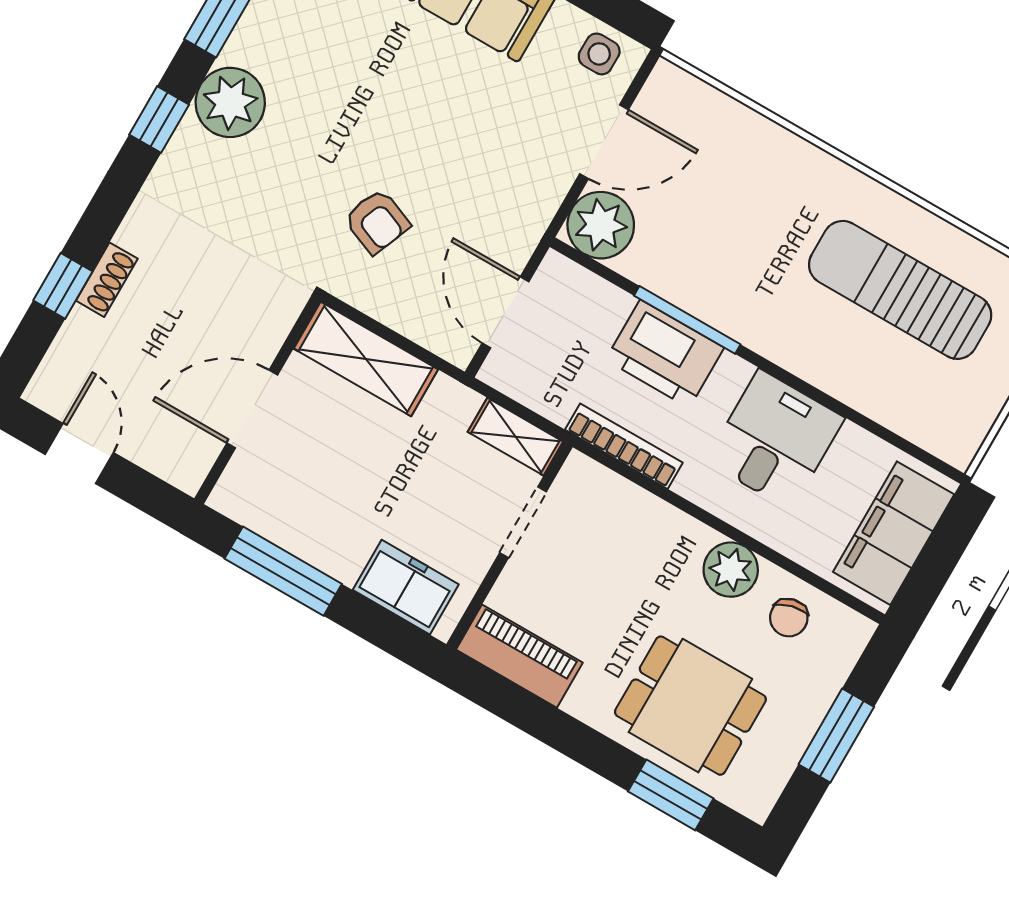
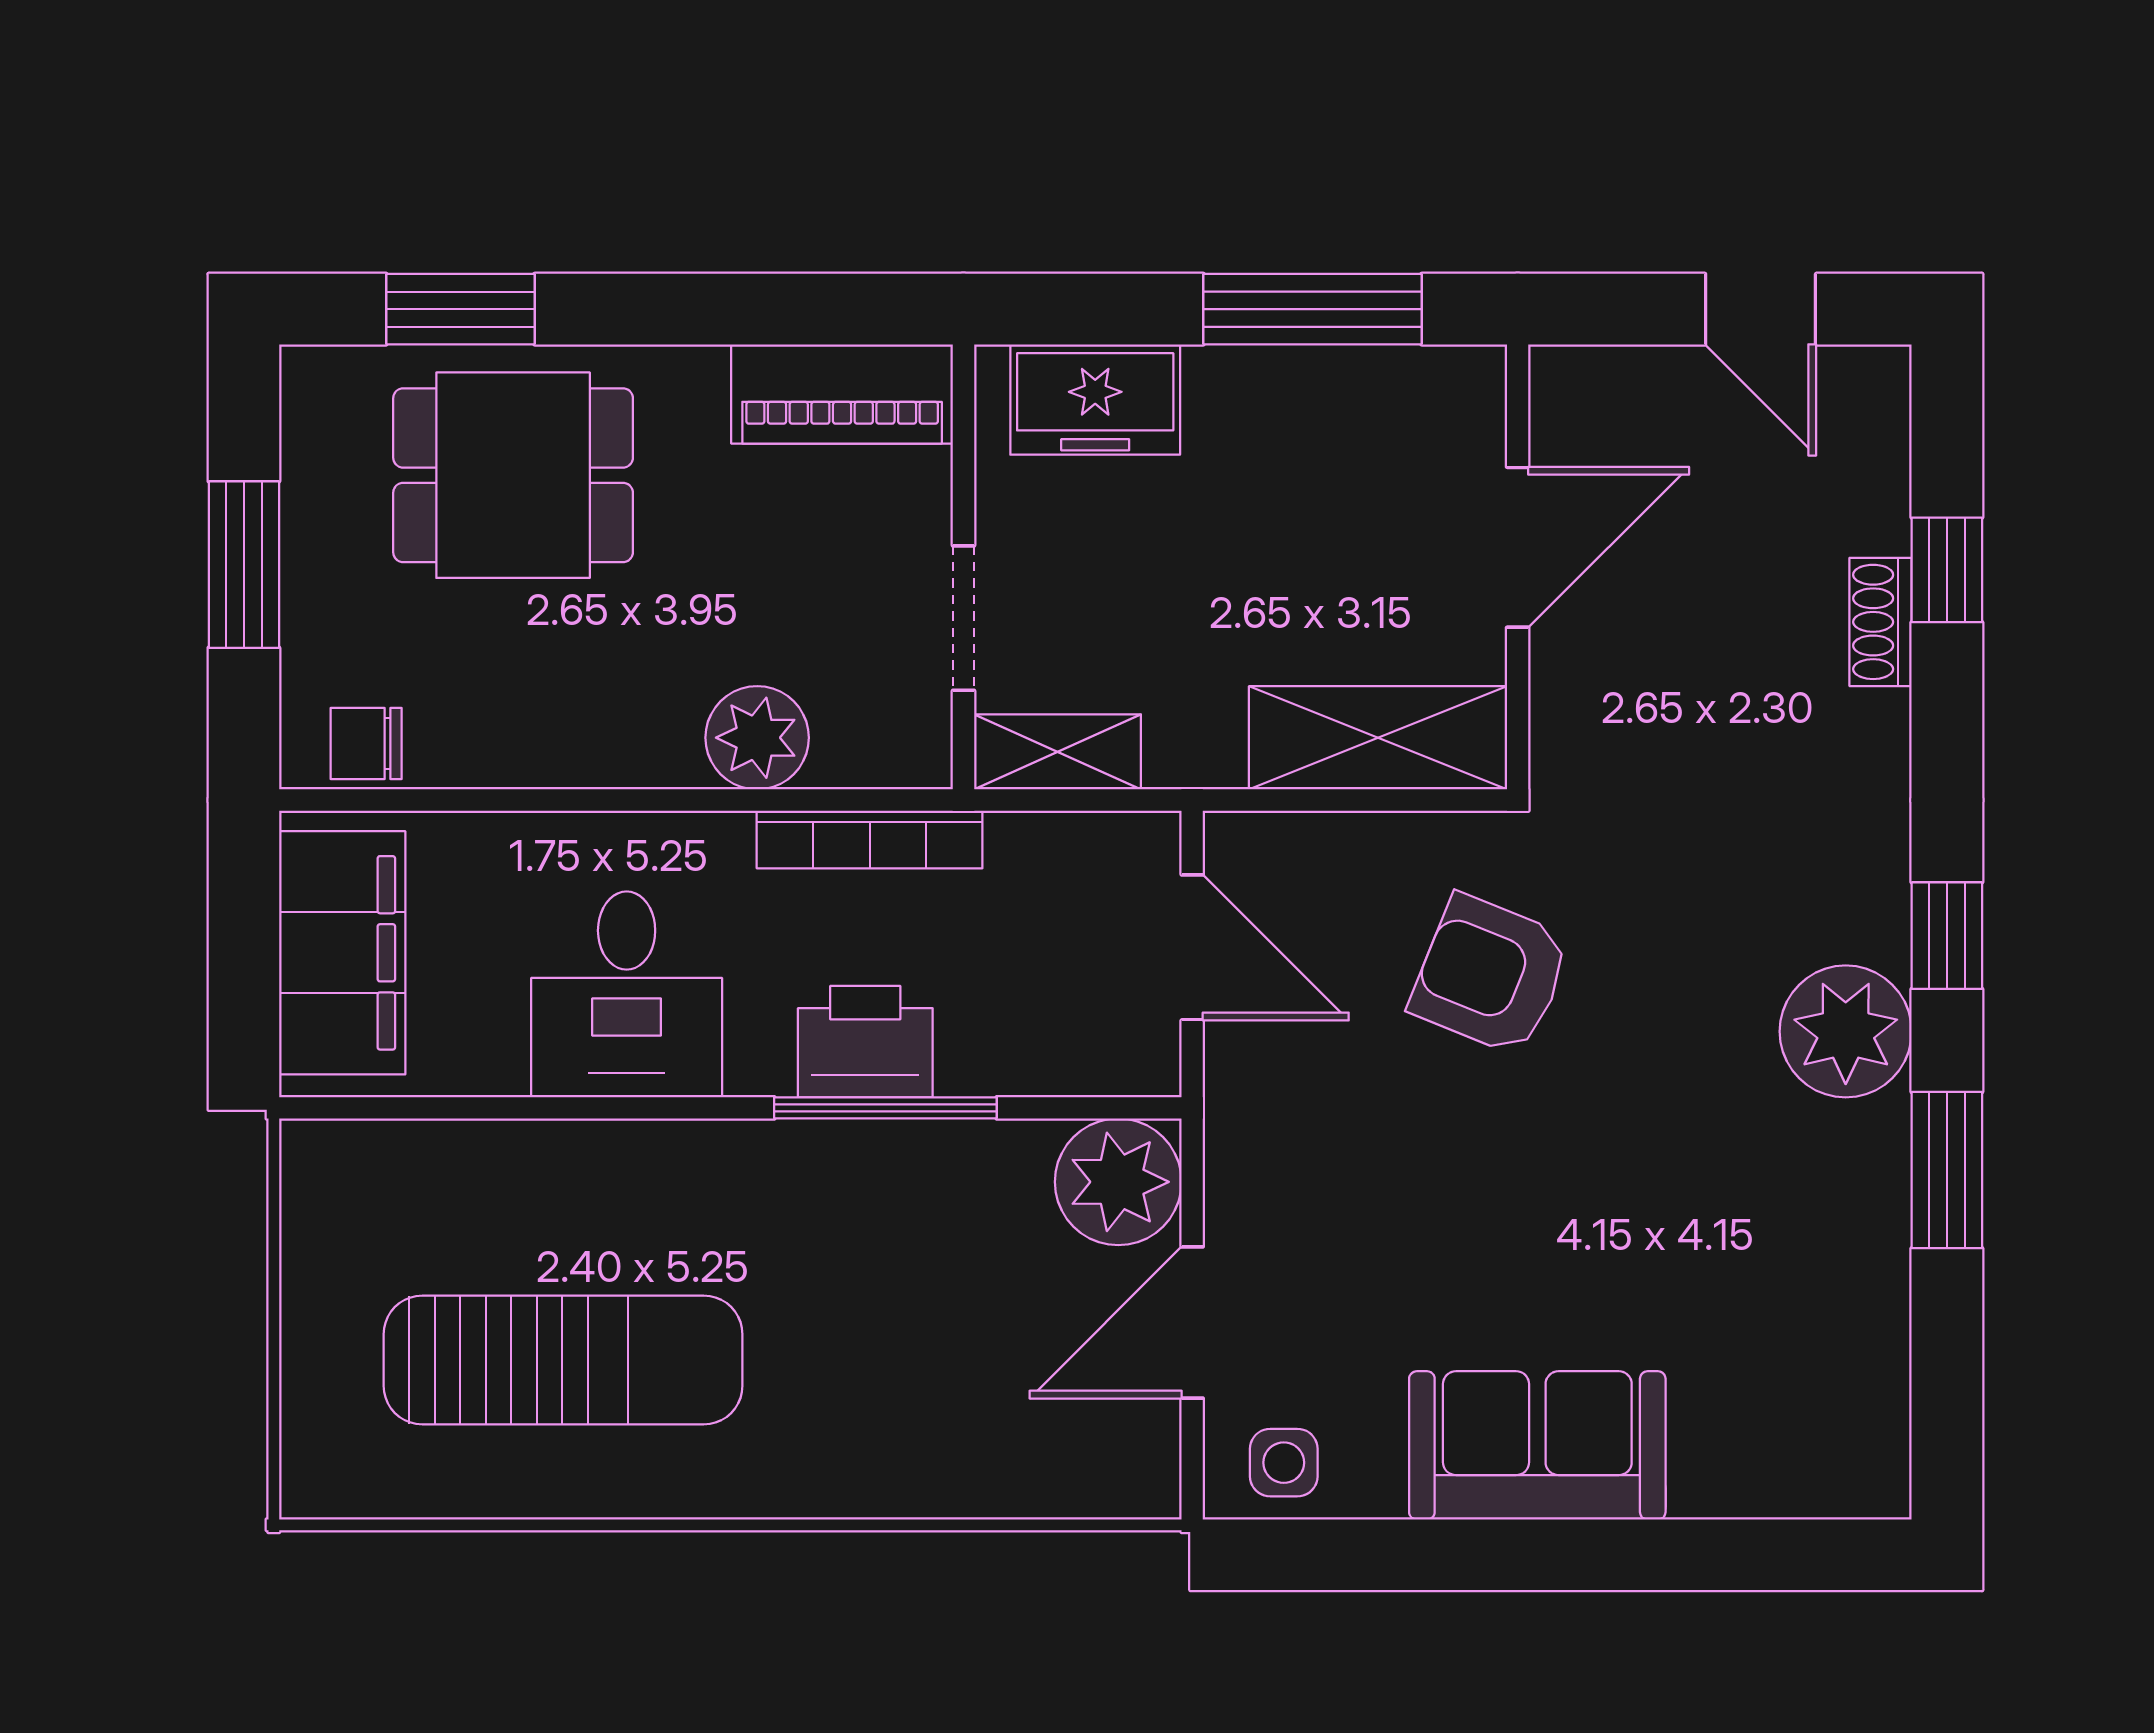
armchair: (377, 222) -> (1491, 975), width x1.38, depth x1.38
printer: (665, 354) -> (865, 1042), width x0.73, depth x0.84
plant: (731, 570) -> (757, 738), moved
chair: (789, 618) -> (366, 743), moved, turned -76

